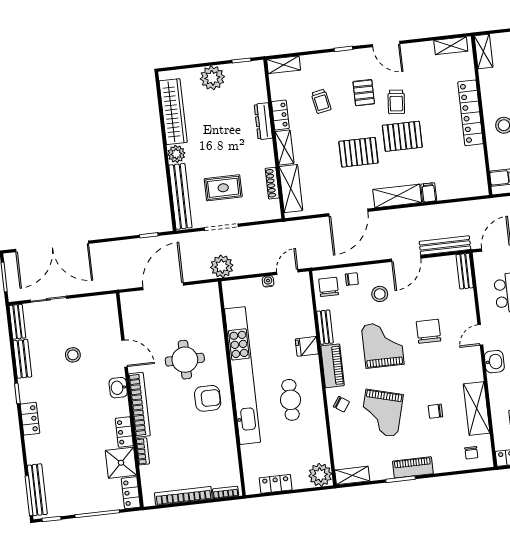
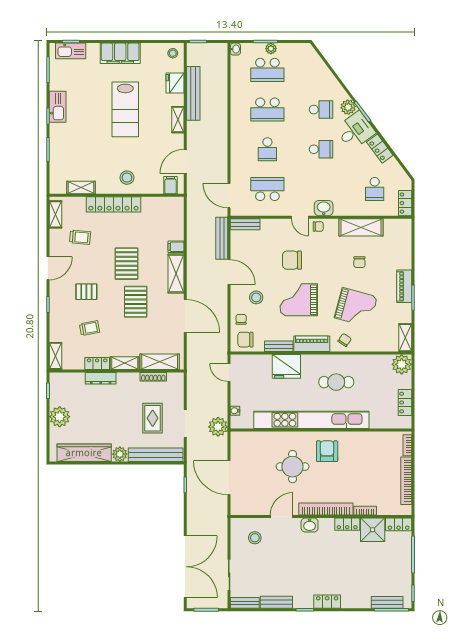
shelving: (484, 51) -> (81, 188), moved
trolley: (396, 102) -> (80, 237), moved
water cooler: (268, 281) -> (235, 411), moved
fridge: (307, 346) -> (286, 366), width x1.88, depth x1.34
stool: (73, 355) -> (255, 538), moved
chair: (471, 453) -> (318, 226), moved
bench: (37, 490) -> (387, 602), width x0.73

